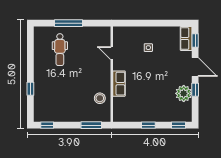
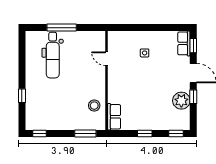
dental chair: (60, 50) -> (53, 55), width x1.36, depth x1.38
row of seats: (119, 84) -> (114, 117), moved

